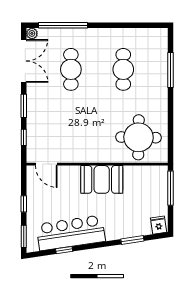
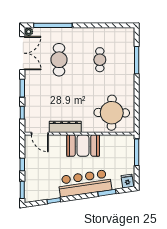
cafe table: (123, 69) -> (100, 60), width x0.73, depth x0.74
dresser: (79, 156) -> (65, 127), added
bar counter: (71, 233) -> (85, 183), moved

